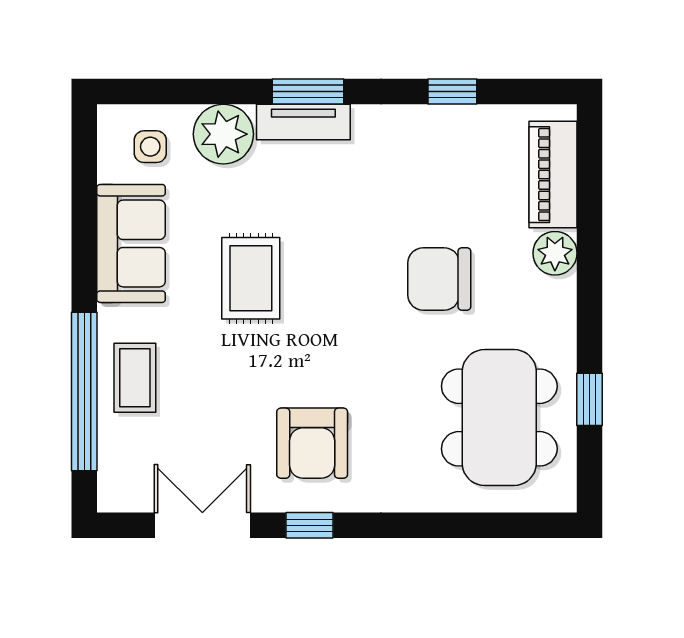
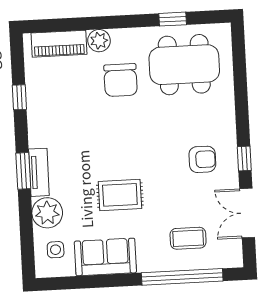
chair: (439, 279) -> (121, 80), moved
coffee table: (135, 378) -> (188, 238), moved
armchair: (312, 443) -> (202, 159), width x0.72, depth x0.72

